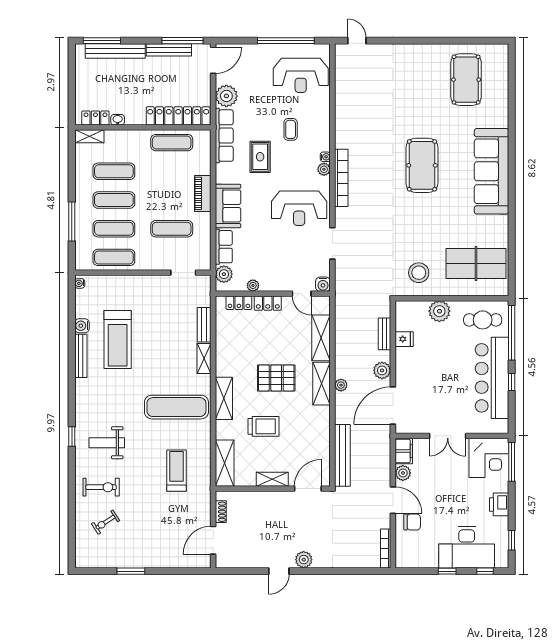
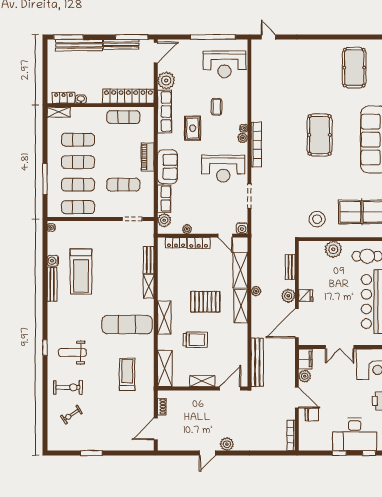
fridge: (404, 339) -> (306, 296), moved
plant: (341, 385) -> (256, 291), moved

